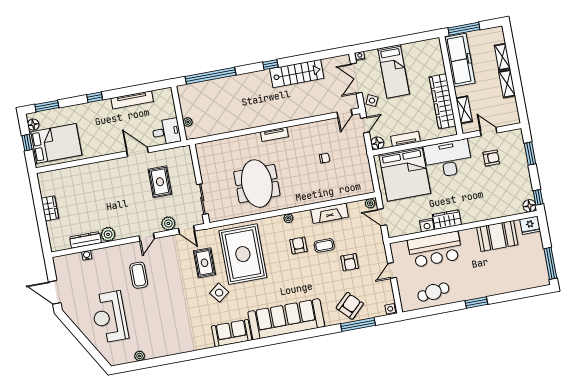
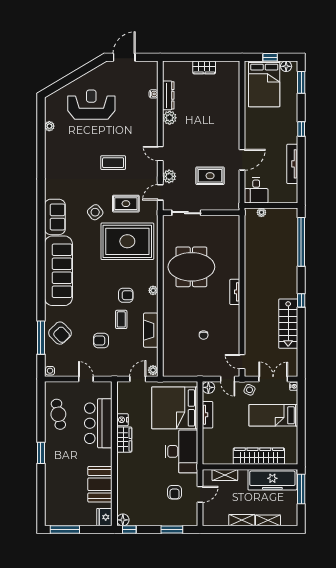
wardrobe: (443, 101) -> (259, 456), moved
coffee table: (139, 275) -> (113, 163), moved

